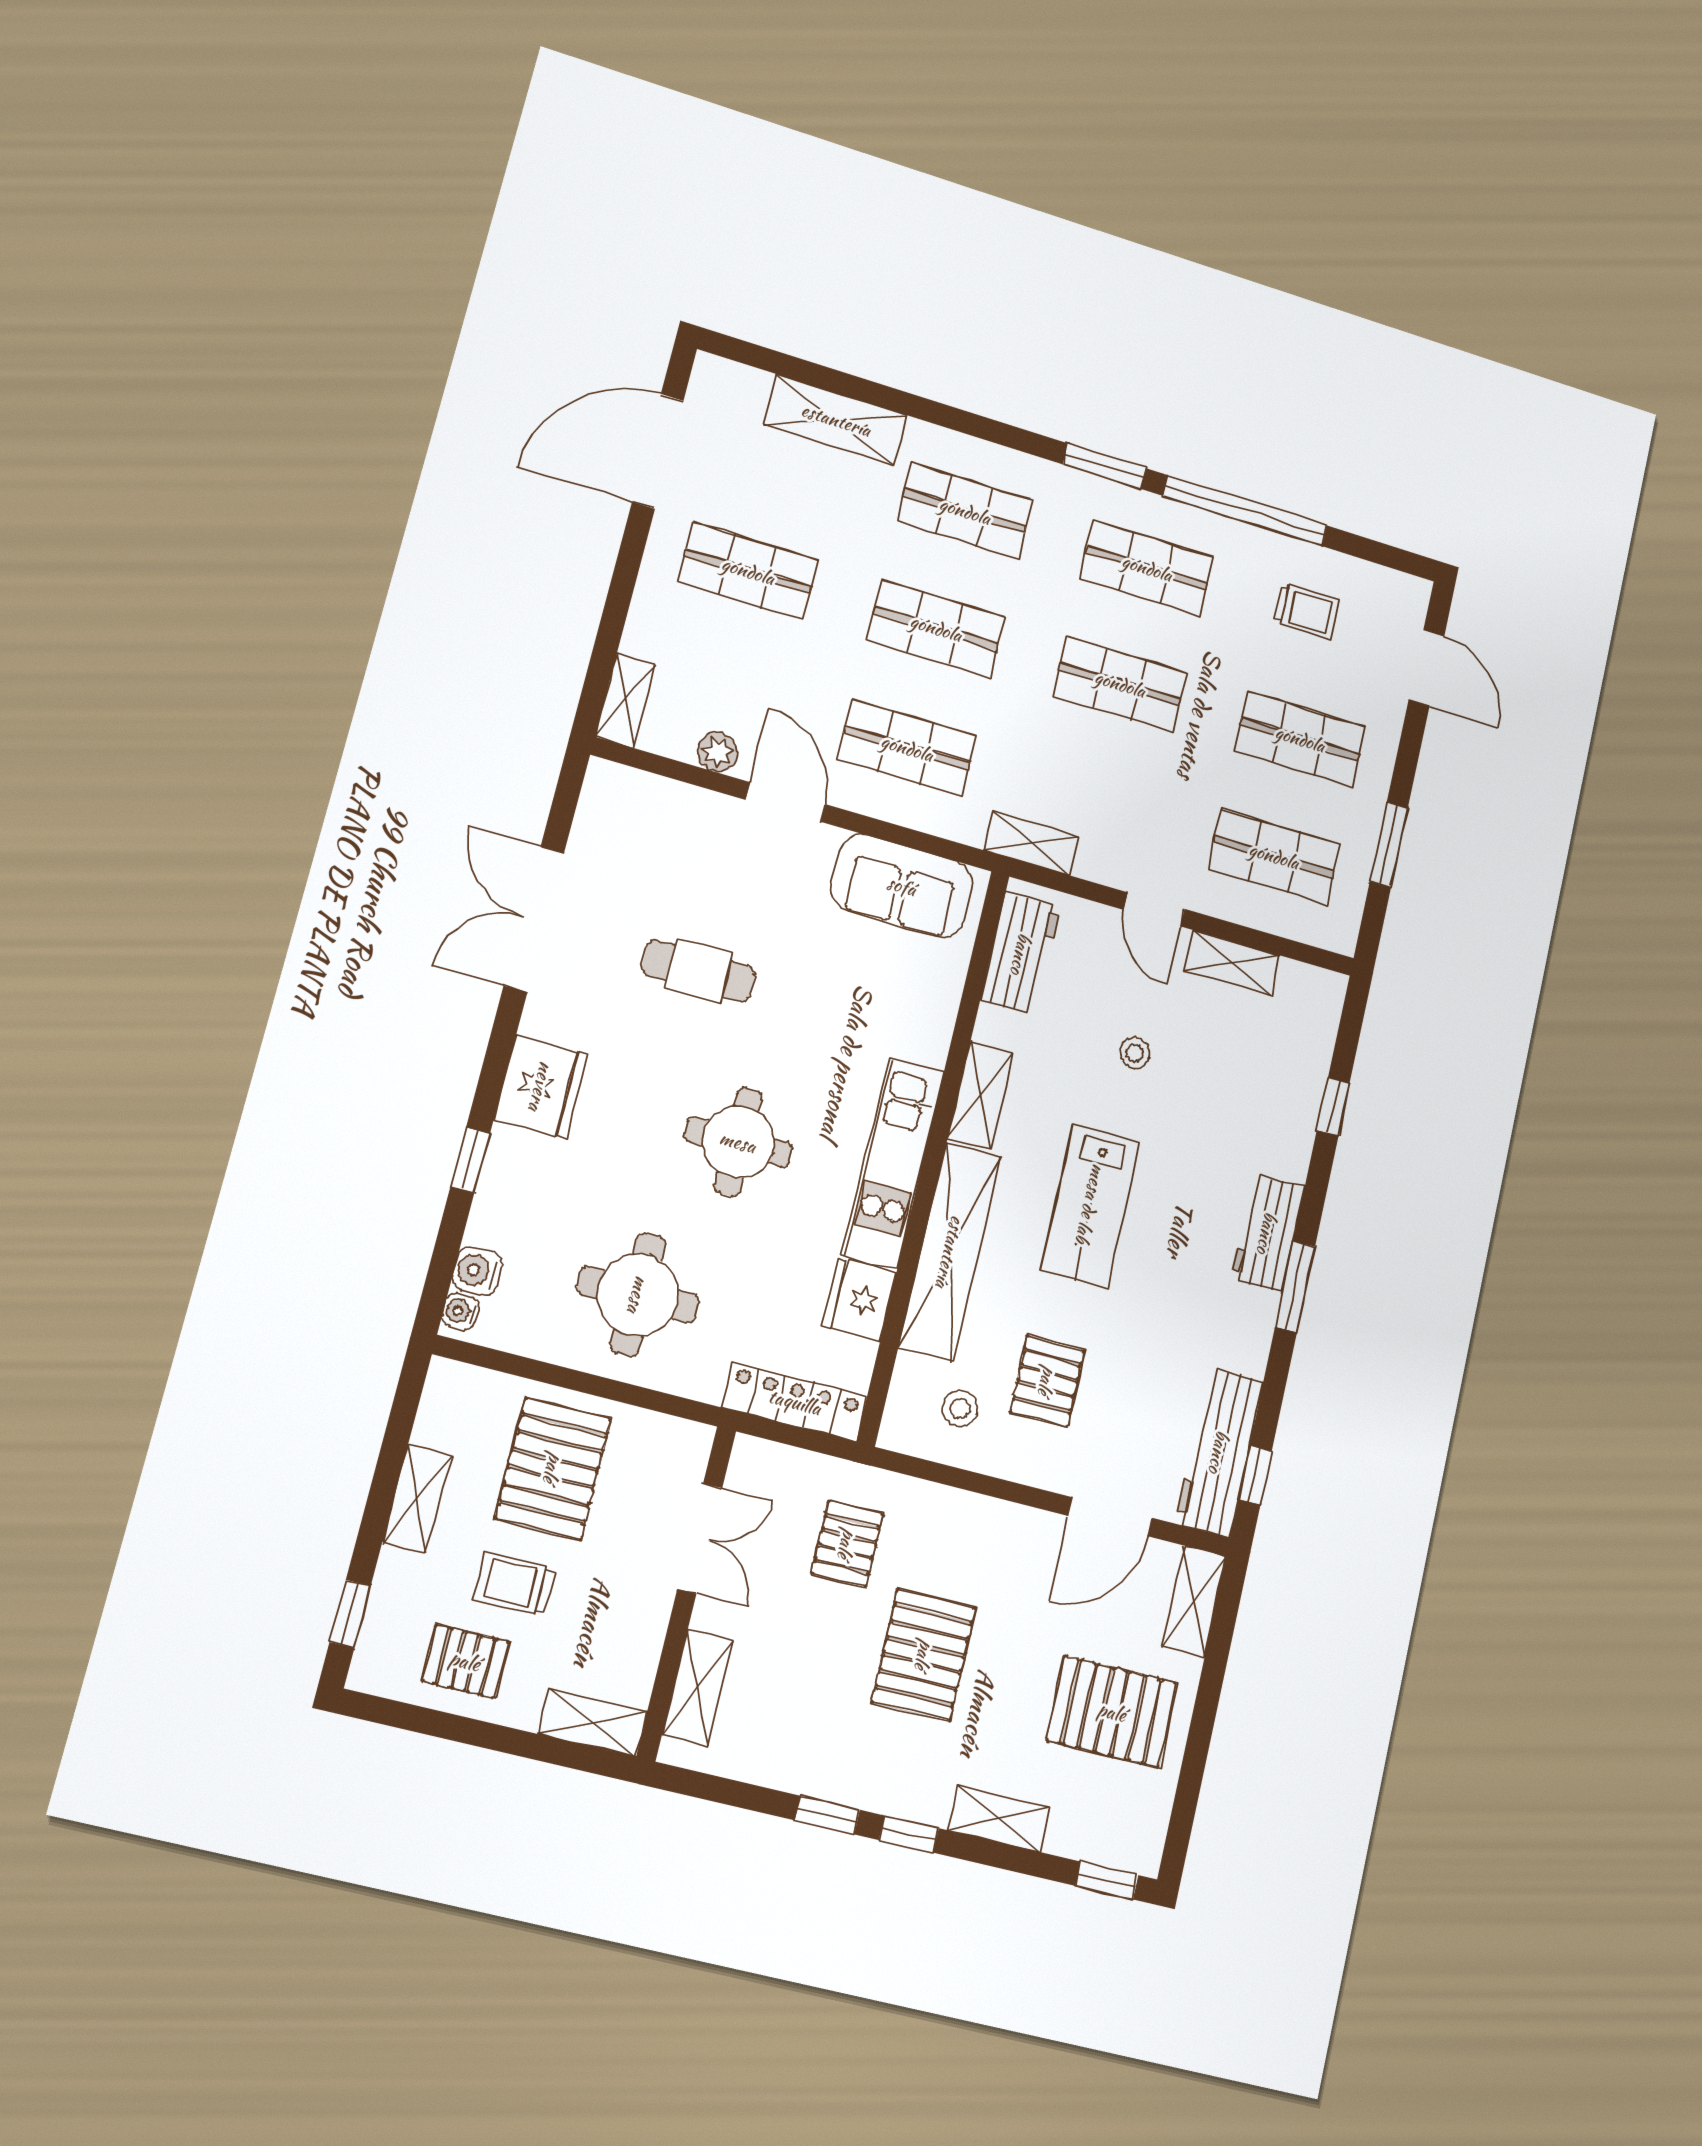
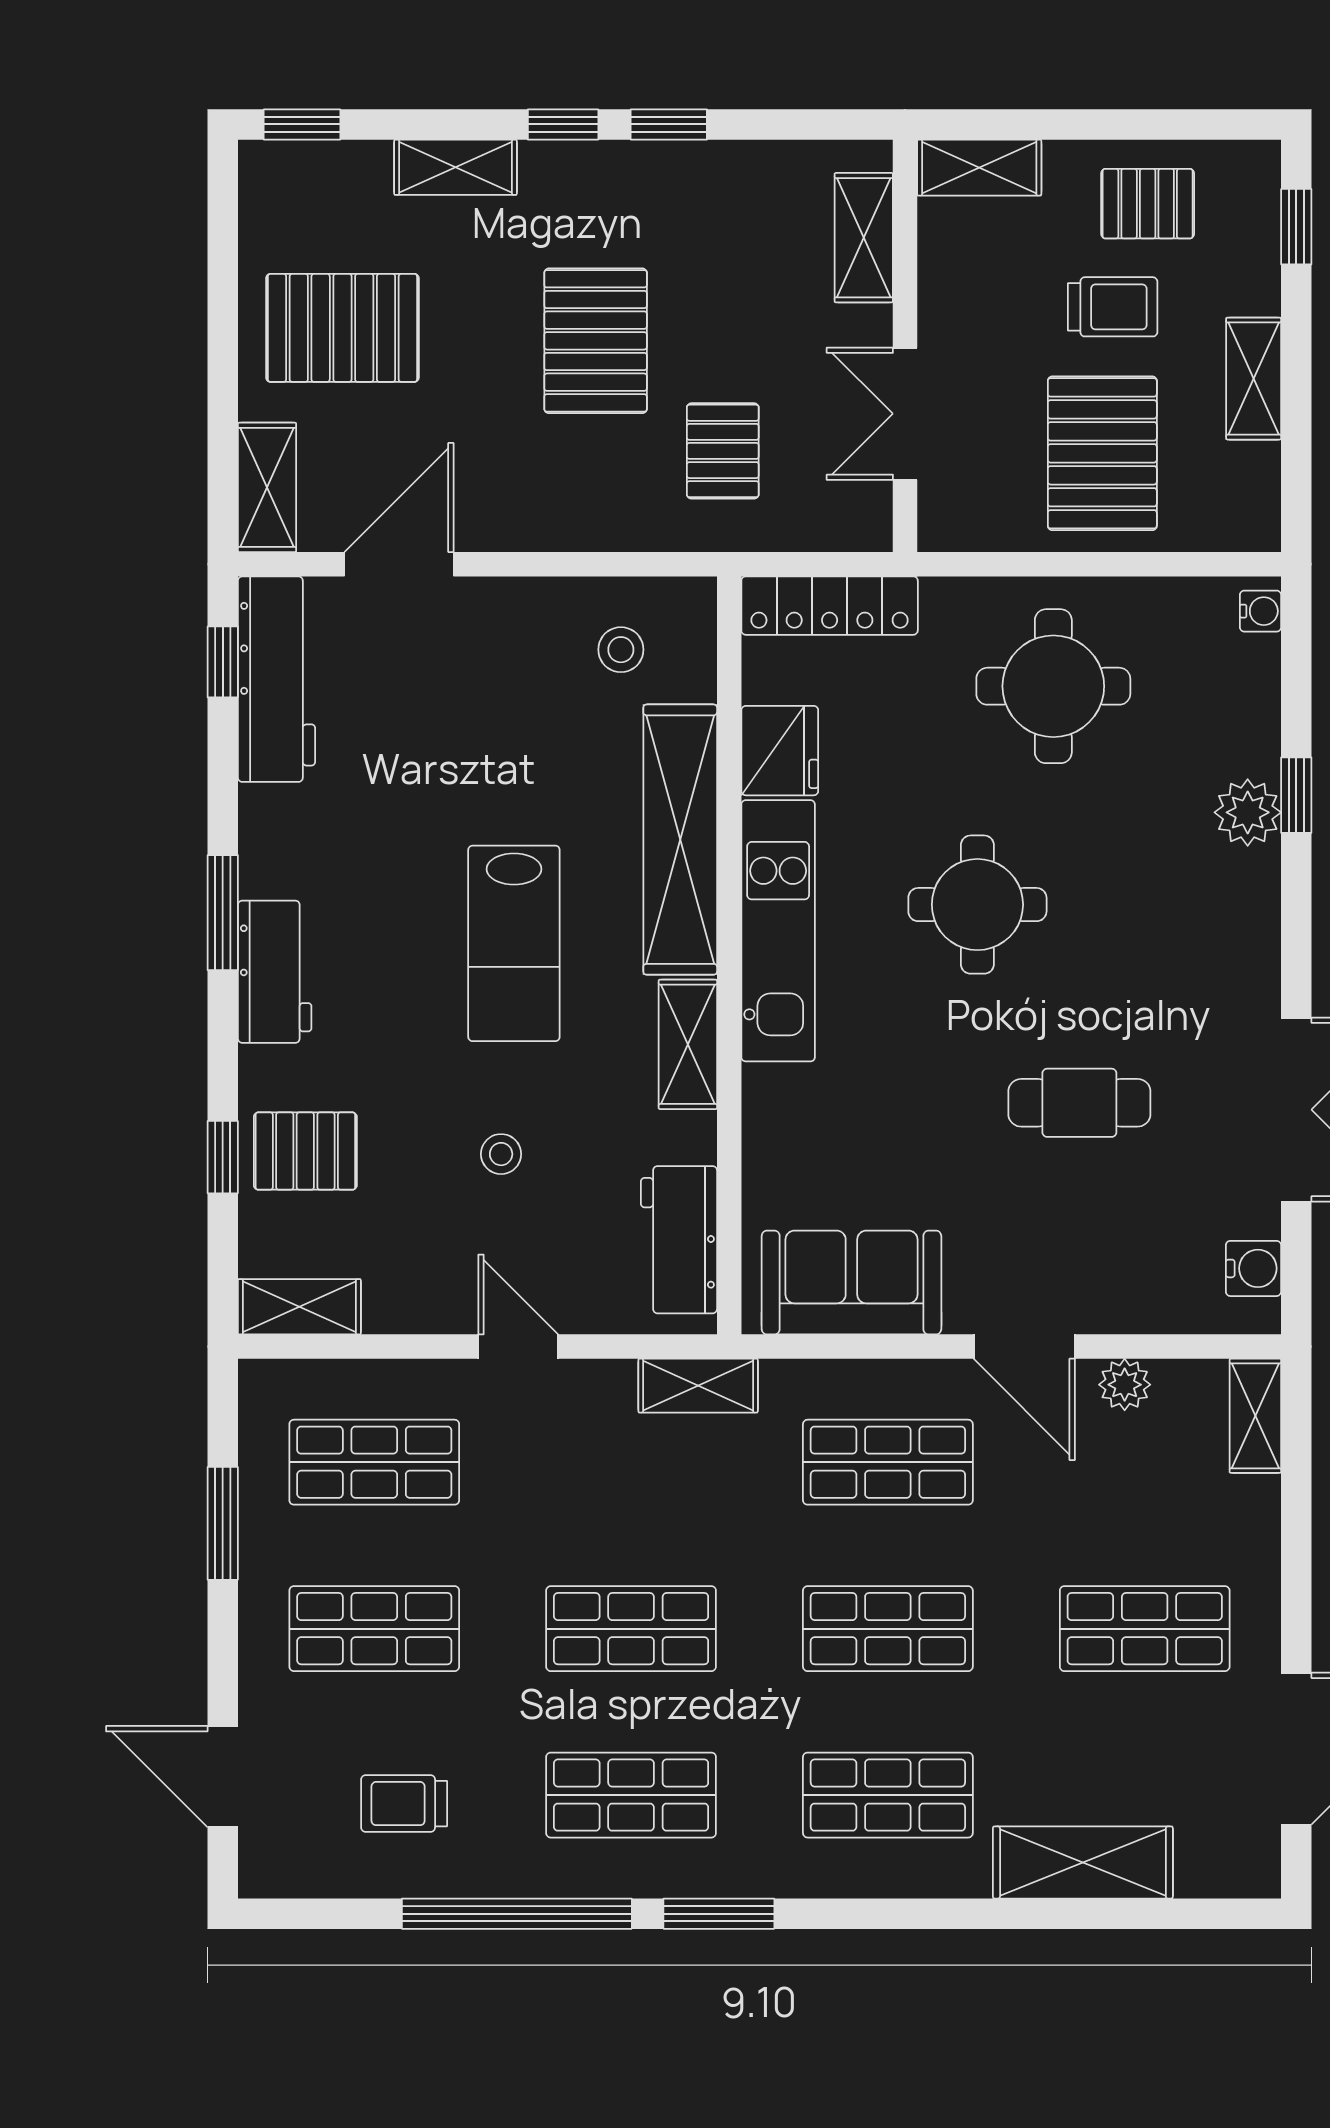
shelving: (1232, 963) -> (299, 1307), moved
fridge: (541, 1087) -> (1234, 906), removed
plant: (512, 1156) -> (1248, 812), added
lab bench: (1090, 1206) -> (514, 943), turned 180
water cooler: (477, 1271) -> (1253, 1268), moved
pallet: (1047, 1381) -> (305, 1151), moved, turned 90

